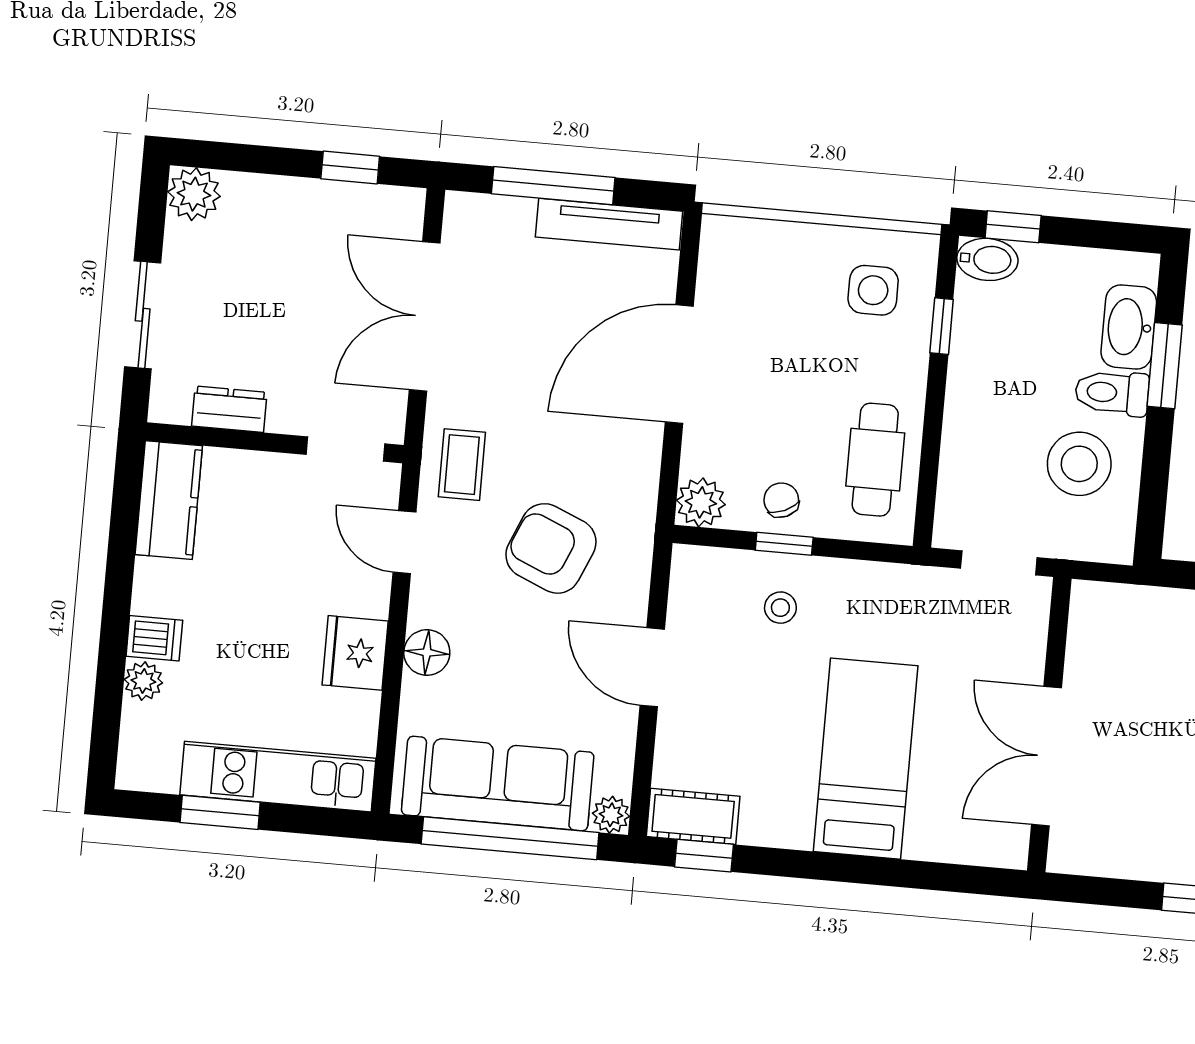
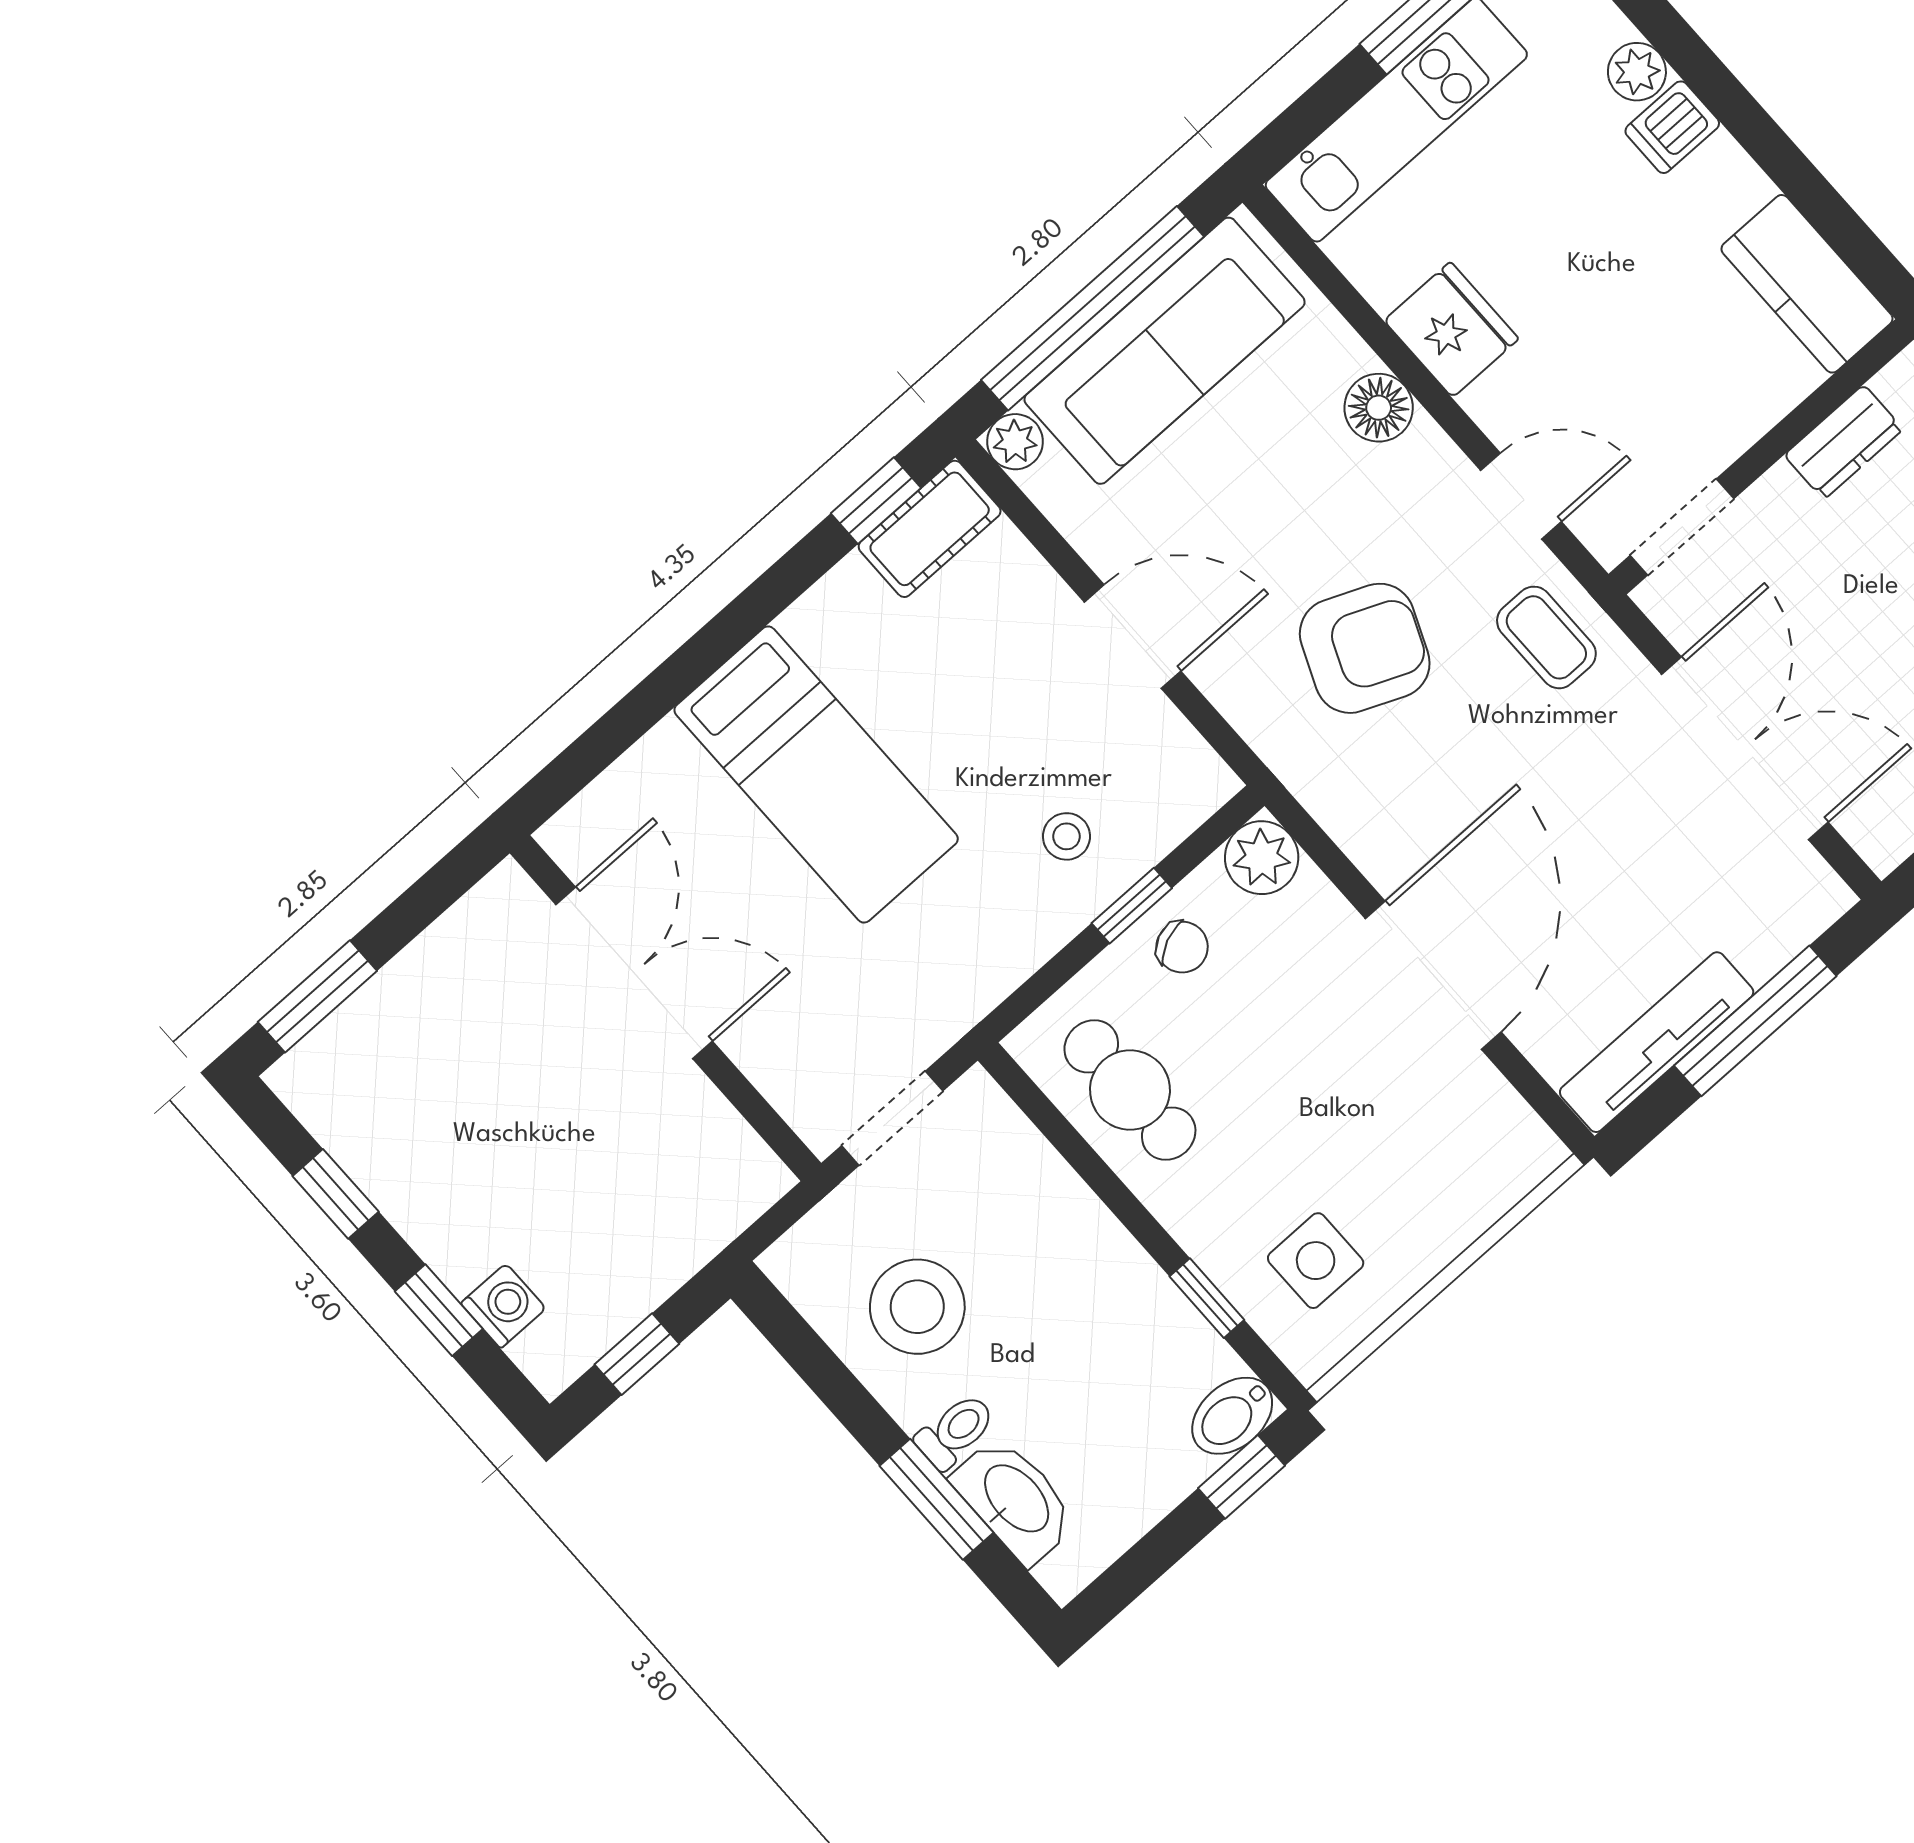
toilet: (1112, 393) -> (955, 1431), width x0.73, depth x0.72

